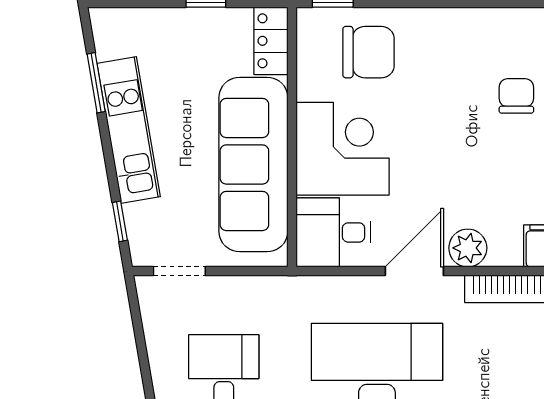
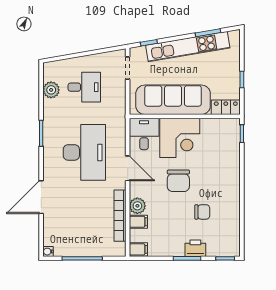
chair: (368, 52) -> (178, 181), moved
kitchen unit: (129, 130) -> (188, 47), width x1.36
plant: (468, 248) -> (137, 206), moved

